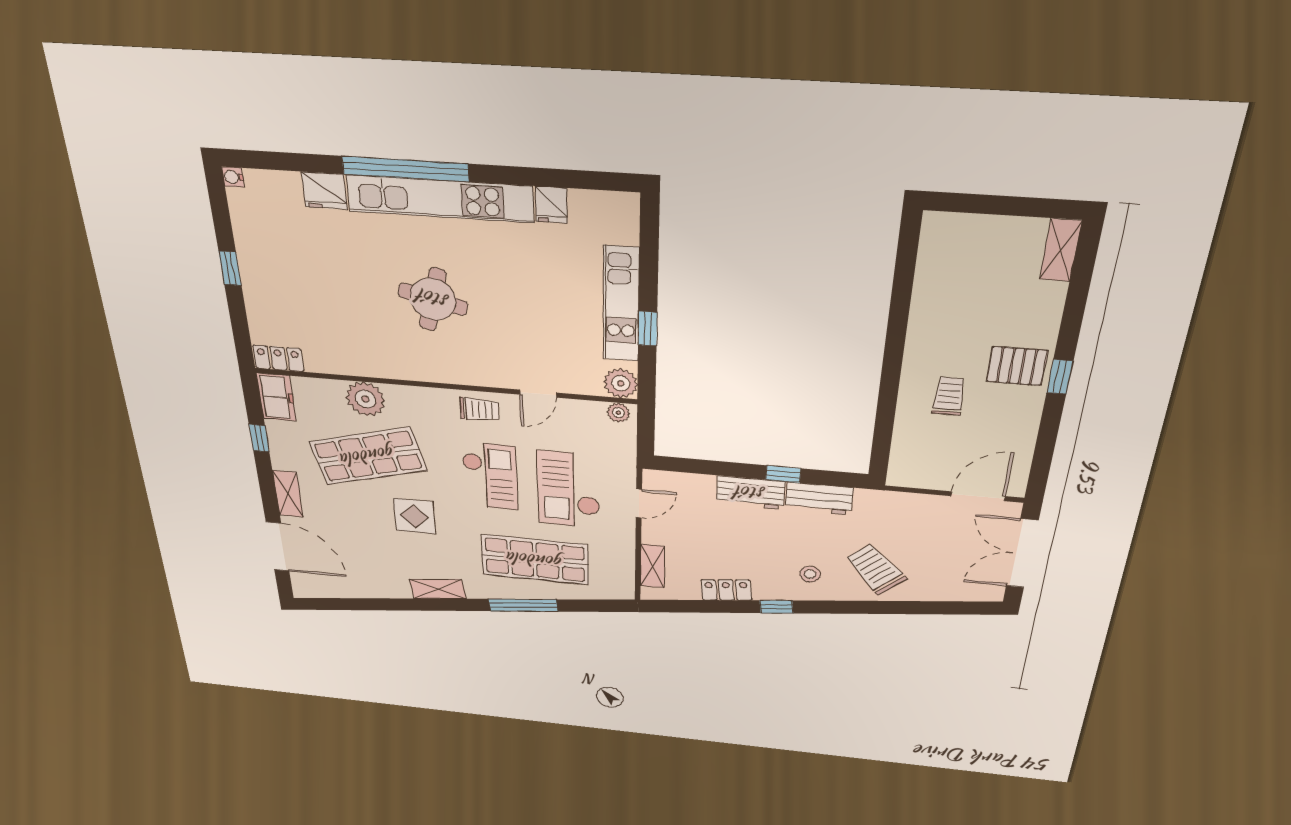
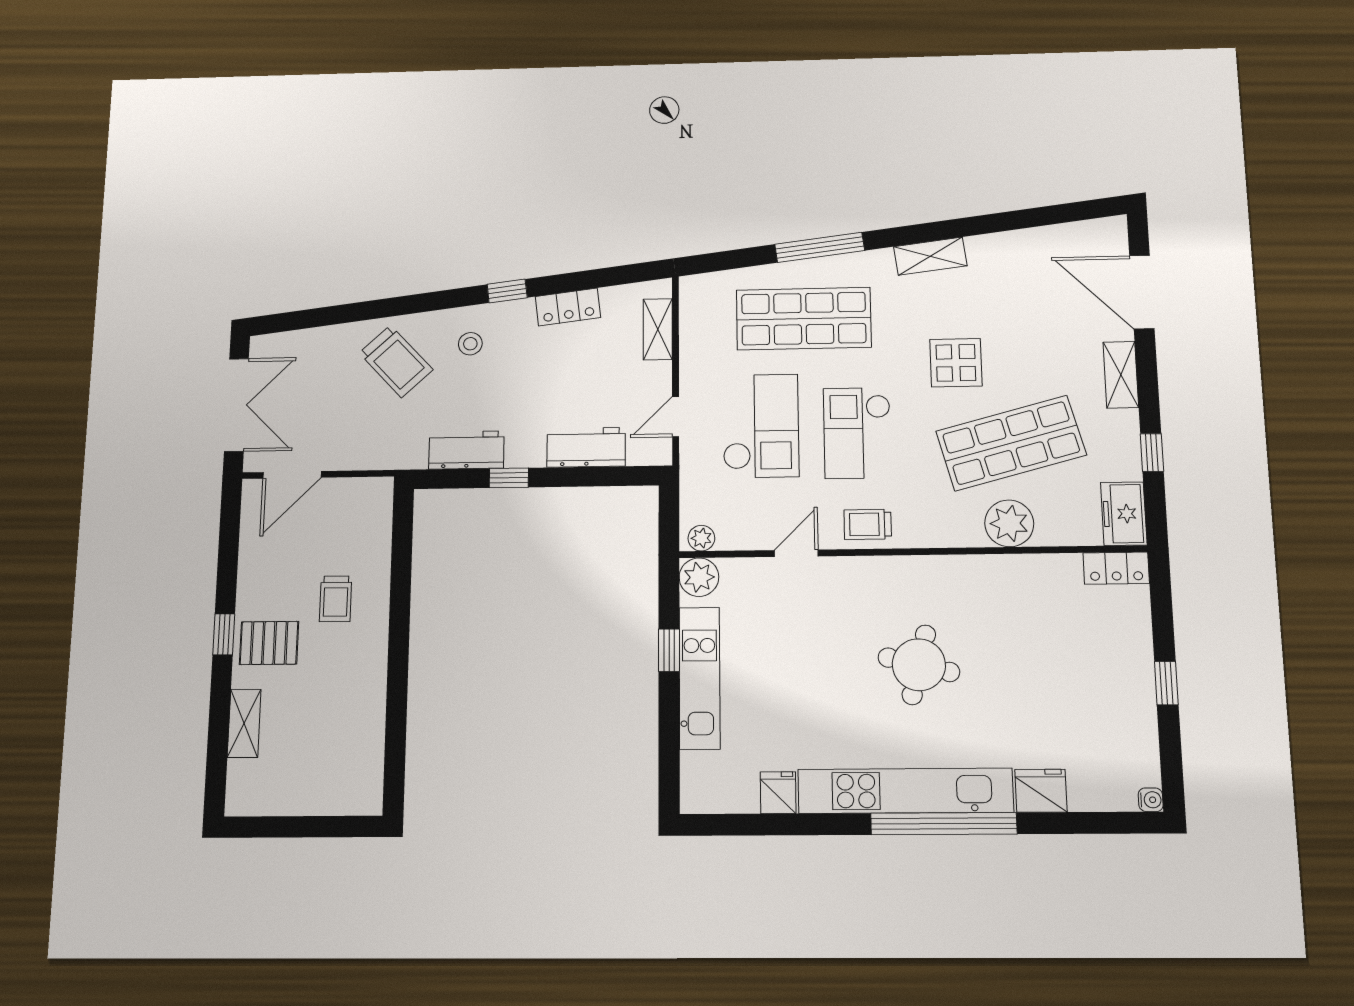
shelving: (1061, 250) -> (244, 723), moved
workbench: (750, 493) -> (586, 447), moved

